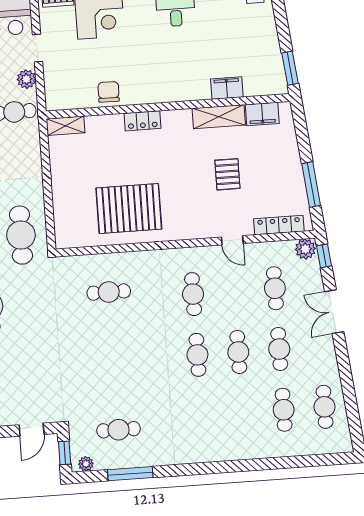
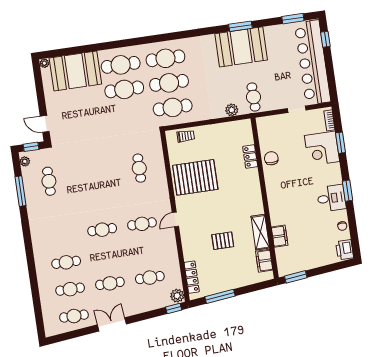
plant: (26, 79) -> (232, 110), moved
chair: (109, 92) -> (271, 158), turned -91
locker: (143, 121) -> (250, 156), moved
shelving: (65, 126) -> (247, 132), removed
pallet: (129, 209) -> (195, 177), turned 90
trolley: (65, 219) -> (186, 136), added
door: (232, 240) -> (175, 219), moved
double door: (334, 312) -> (112, 324), moved
cafe table: (238, 352) -> (66, 262), moved

